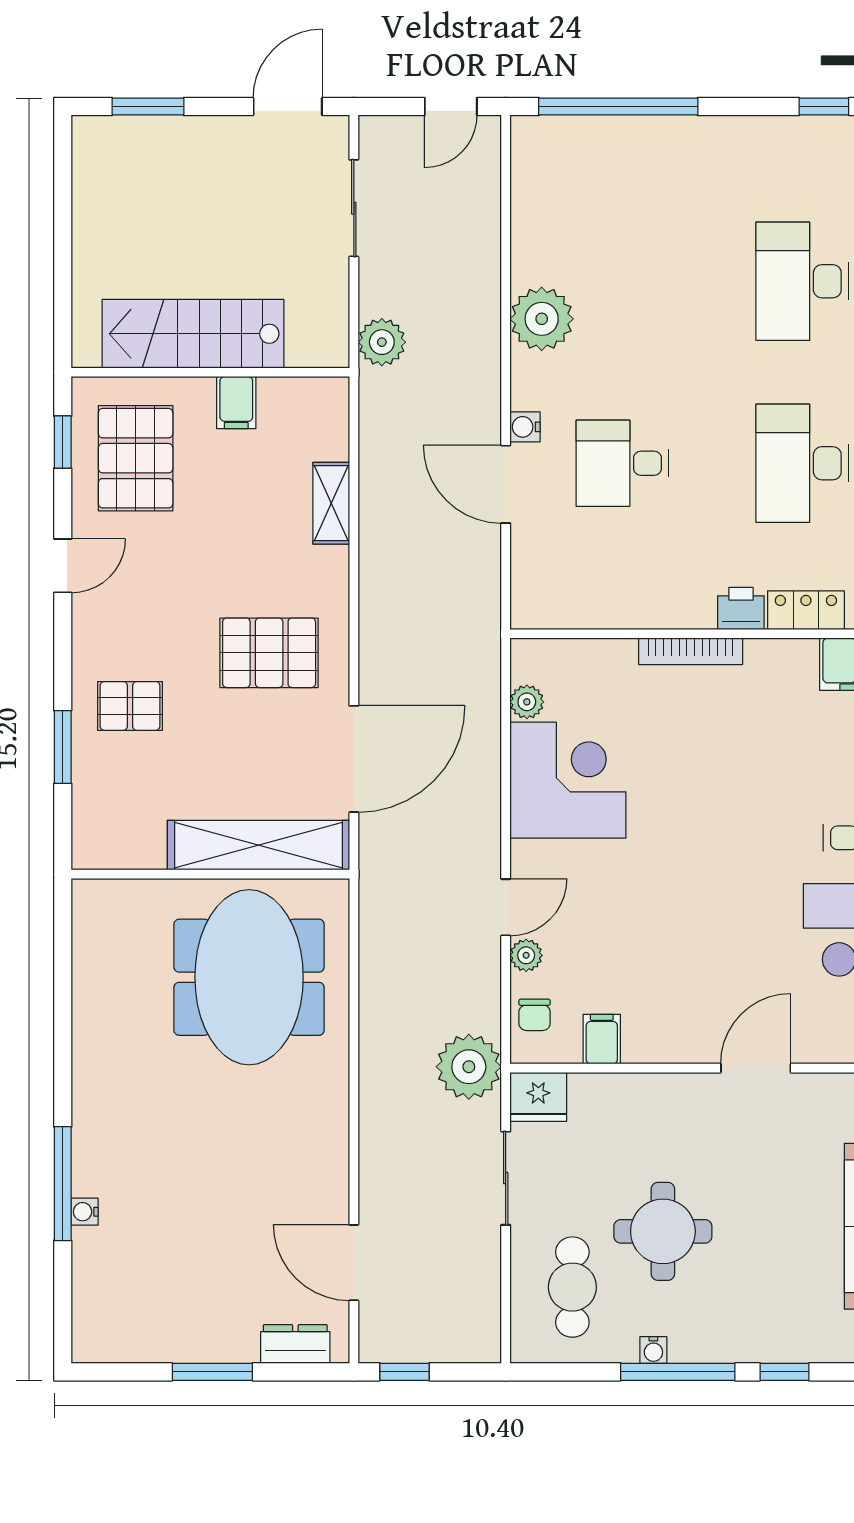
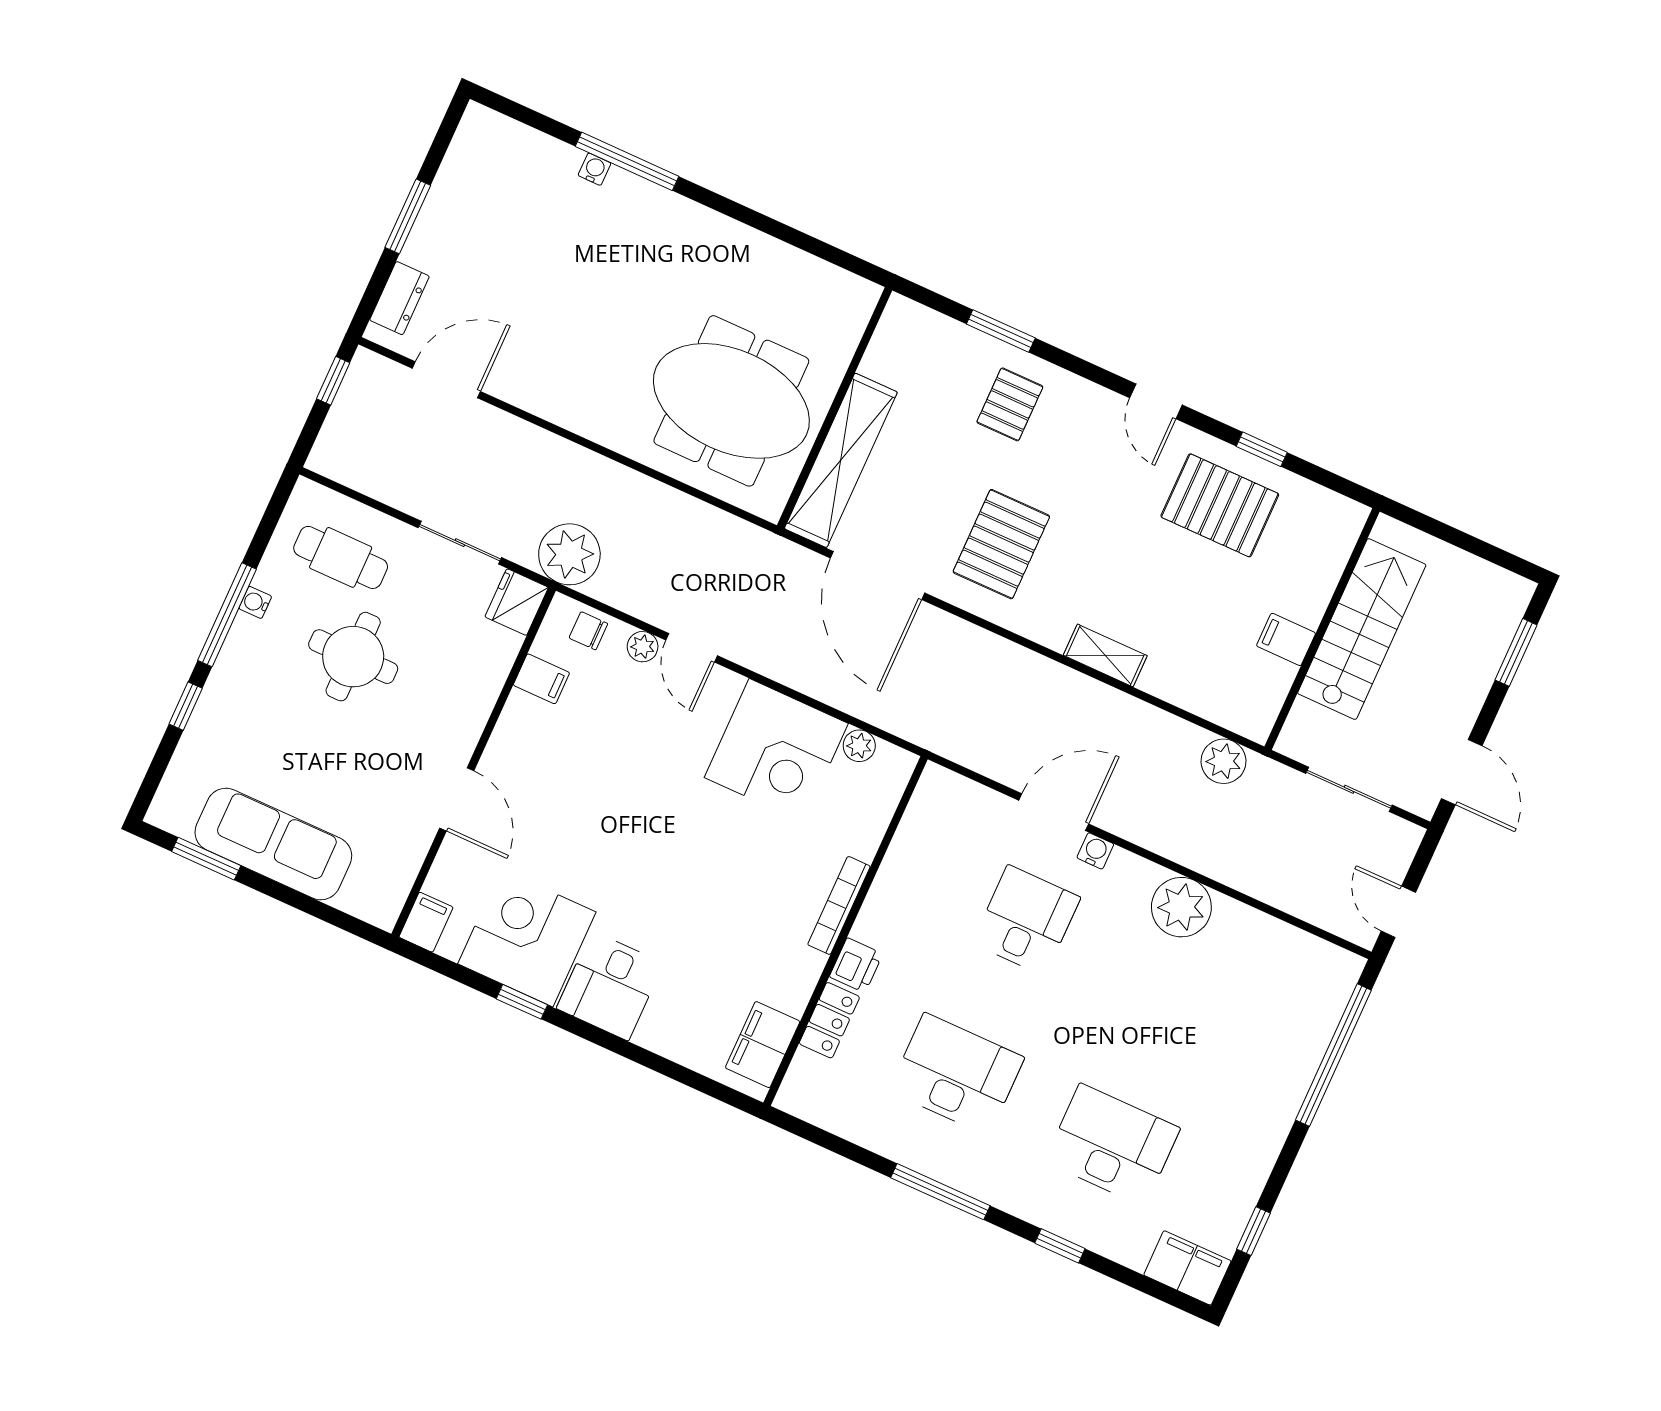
stairs: (193, 334) -> (1362, 629), moved
wall: (210, 372) -> (1322, 629), moved
filing cabinet: (236, 403) -> (1286, 639), moved

